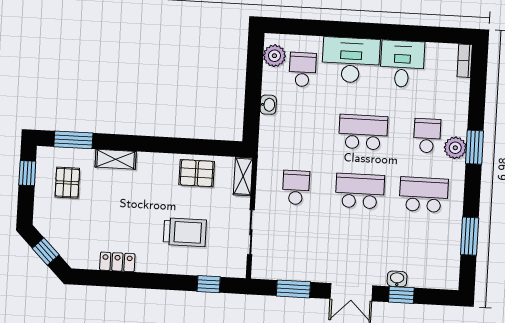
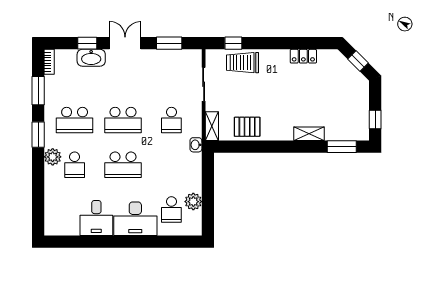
plant: (274, 56) -> (193, 202), moved
bookcase: (465, 61) -> (49, 62), moved
washbasin: (268, 105) -> (196, 145), moved
window: (474, 147) -> (38, 135), moved
pallet: (67, 183) -> (345, 114), removed
trolley: (185, 232) -> (242, 63), moved
washbasin: (397, 279) -> (91, 58), width x1.91, depth x1.45

